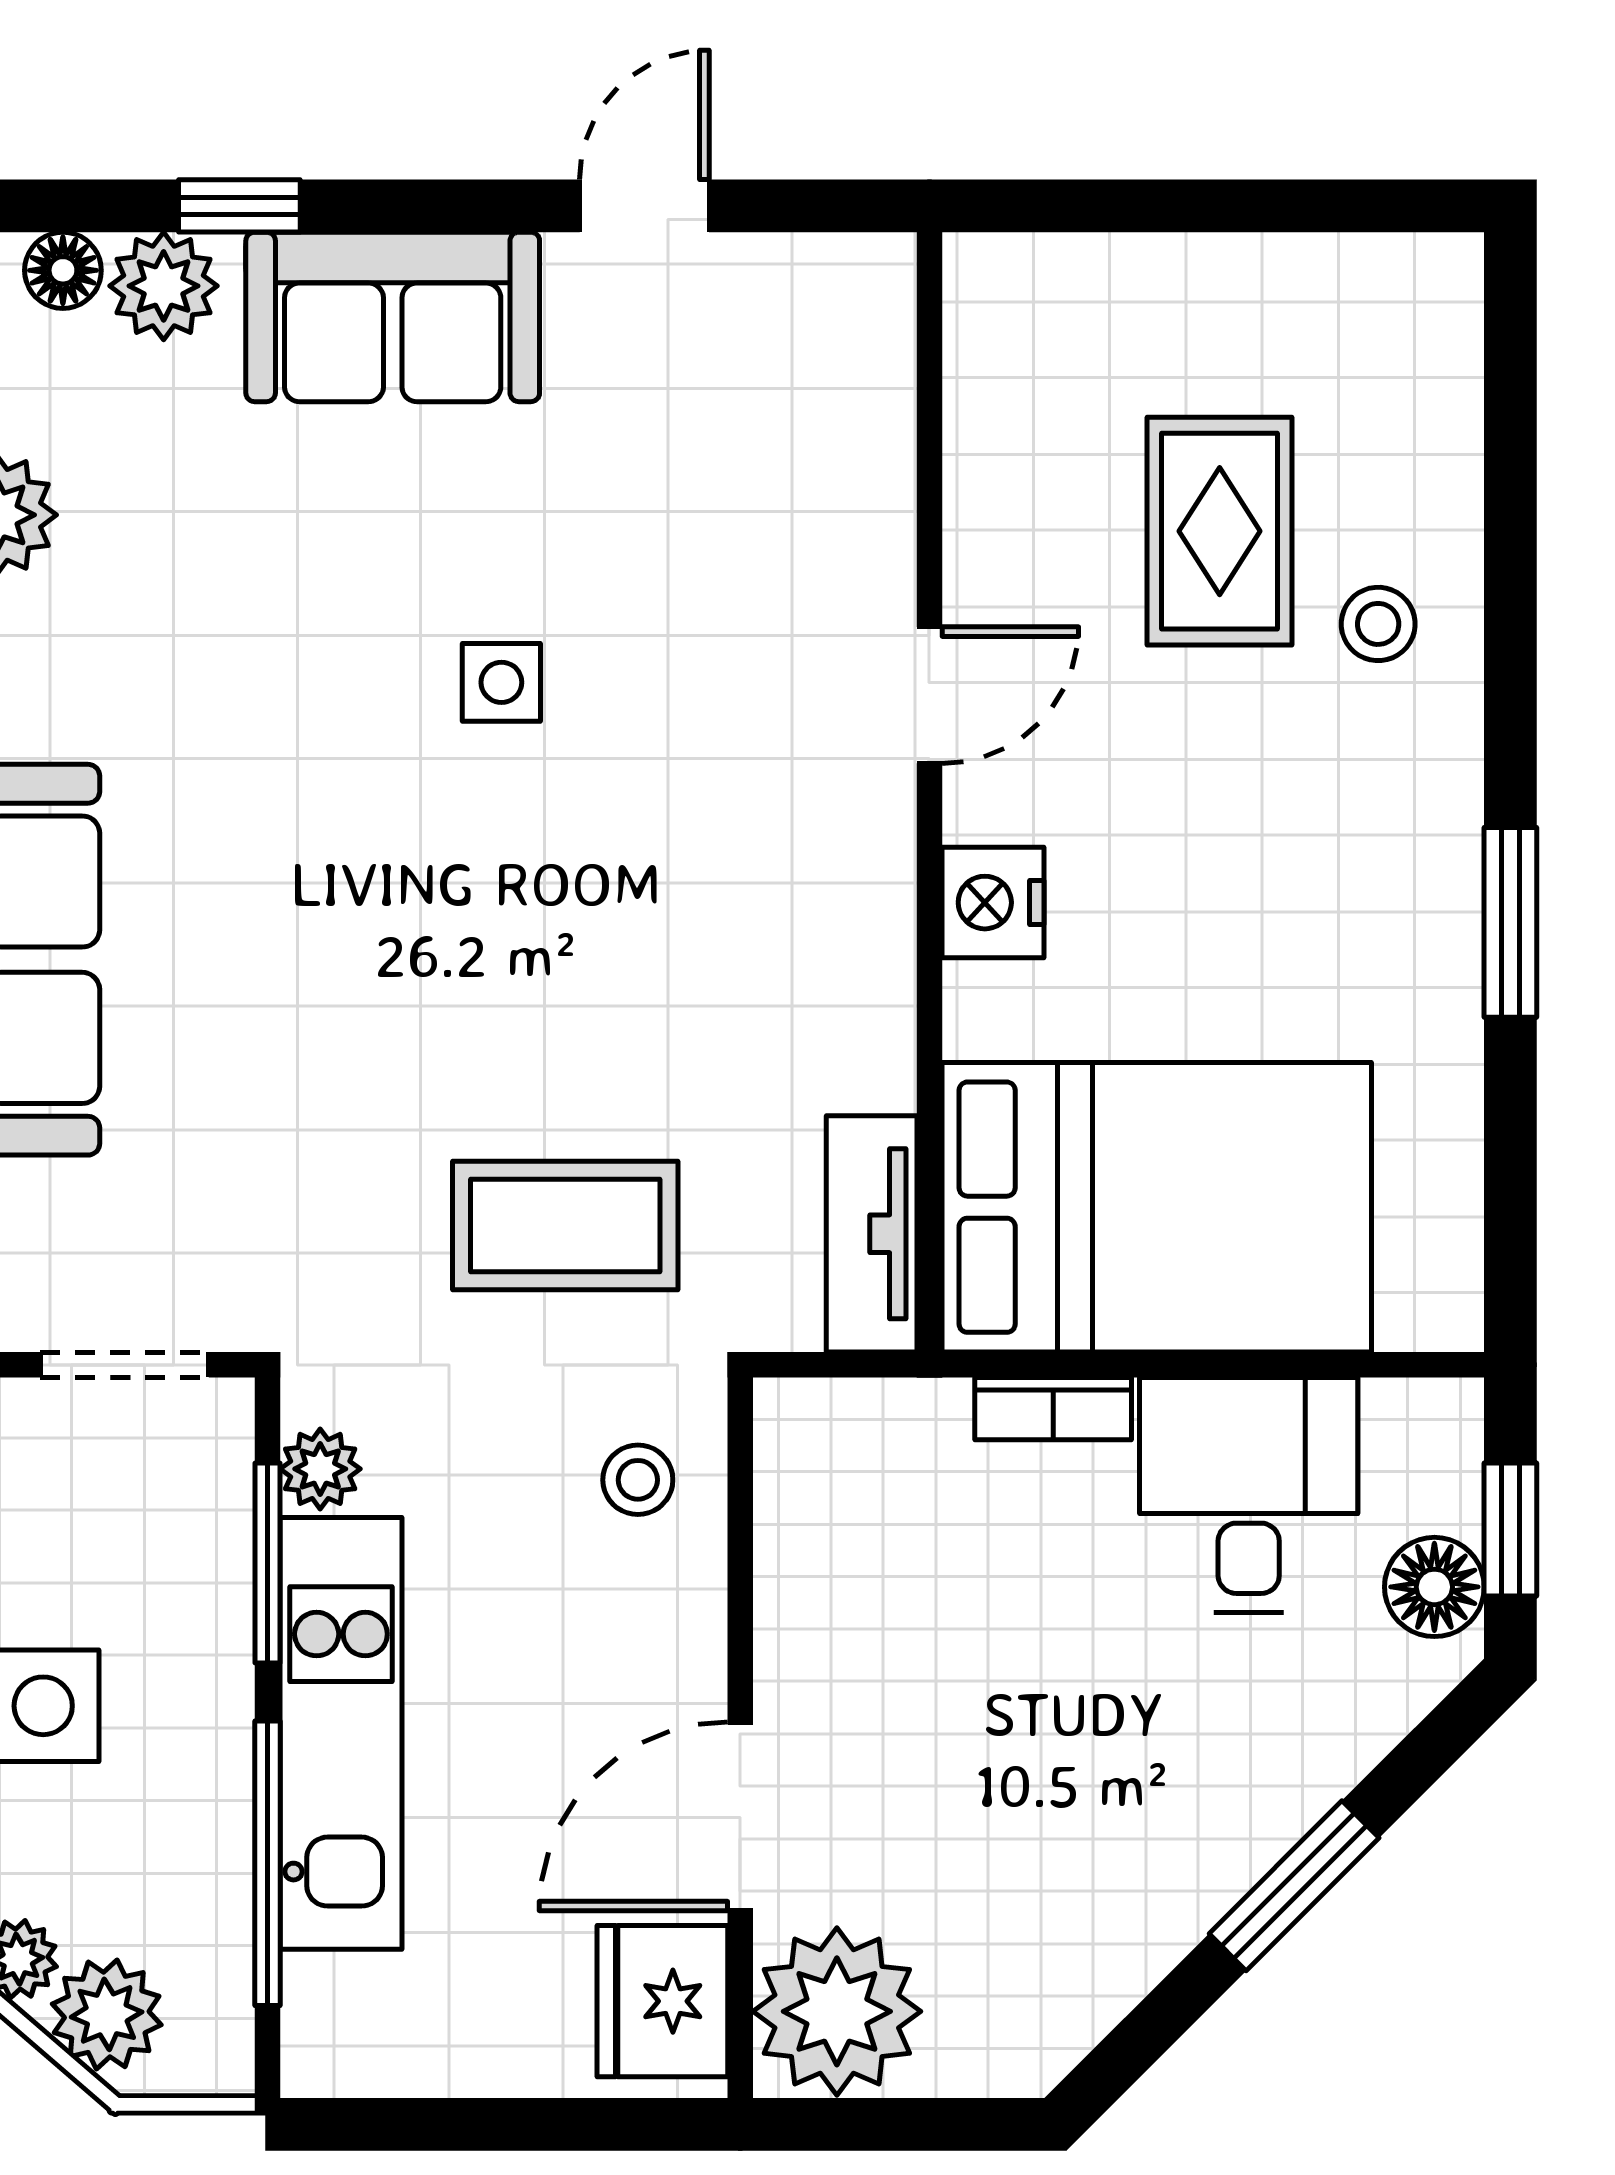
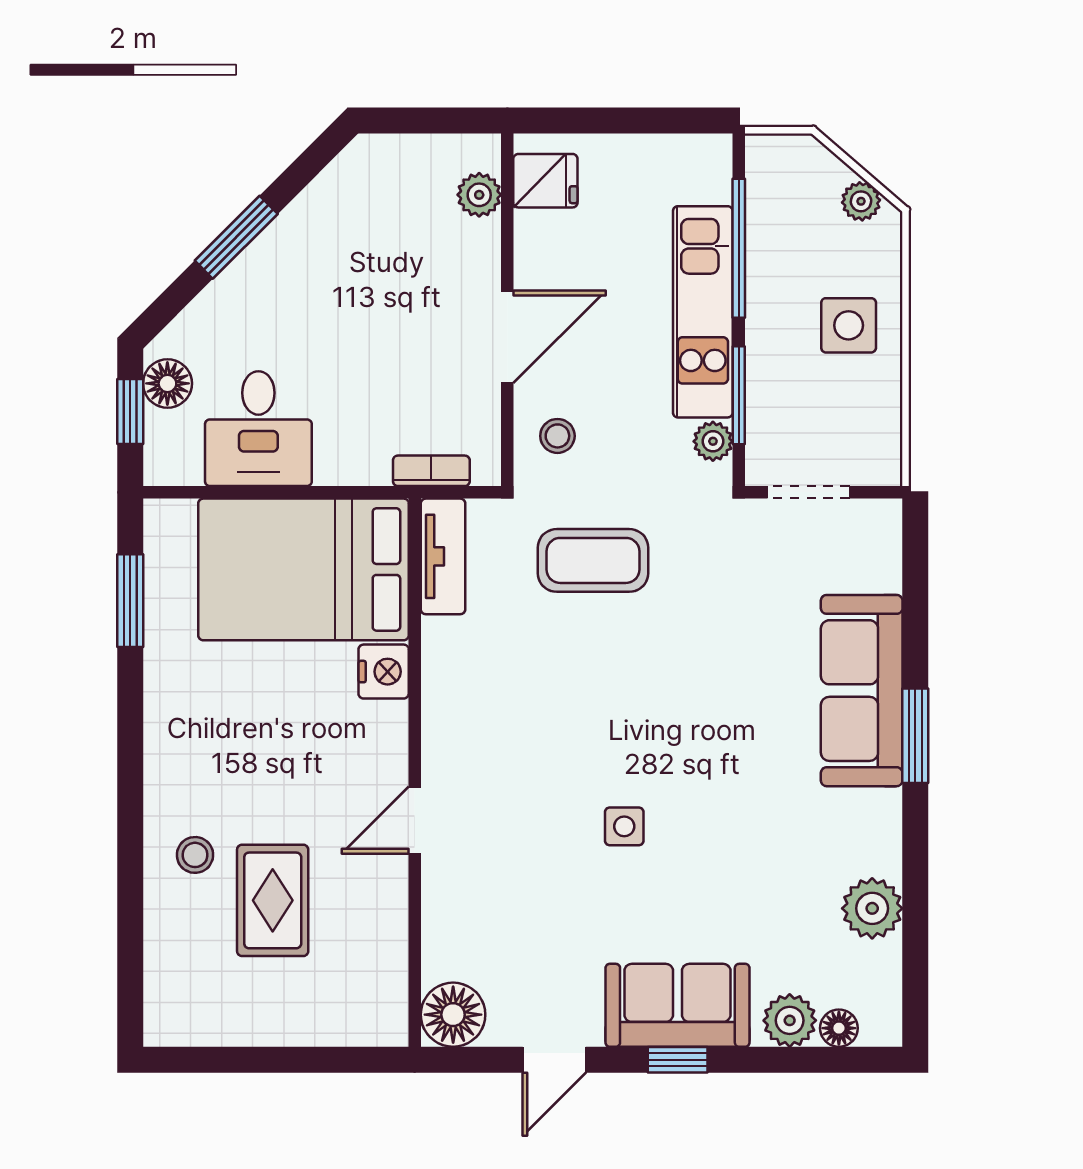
window: (239, 206) -> (678, 1060), moved
floor lamp: (851, 298) -> (453, 1015), added
nightstand: (993, 903) -> (384, 672), moved
window: (1510, 922) -> (130, 601), moved
bookcase: (1053, 1409) -> (431, 471), moved
door: (740, 1816) -> (507, 337), moved
fridge: (662, 2001) -> (545, 181), width x0.72
plant: (837, 2011) -> (479, 195), width x0.53, depth x0.53
plant: (107, 2014) -> (817, 174), removed

